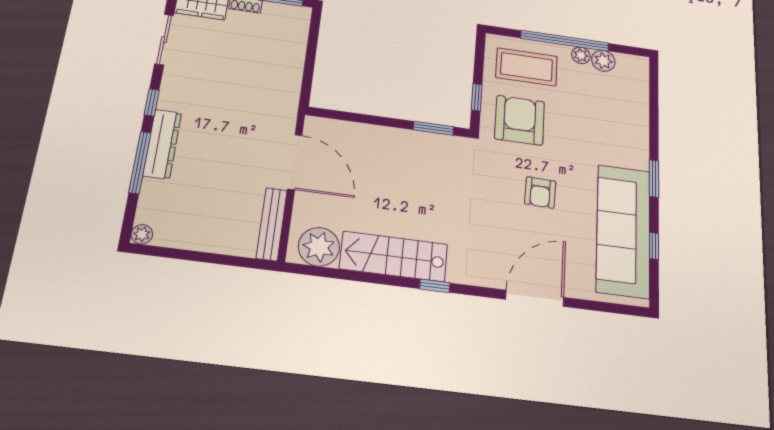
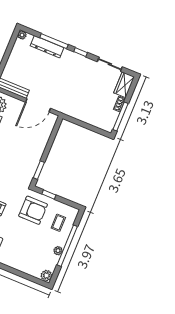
plant: (603, 61) -> (46, 276), moved
coffee table: (527, 67) -> (58, 223), width x0.54, depth x0.58
dresser: (162, 144) -> (47, 47), moved

